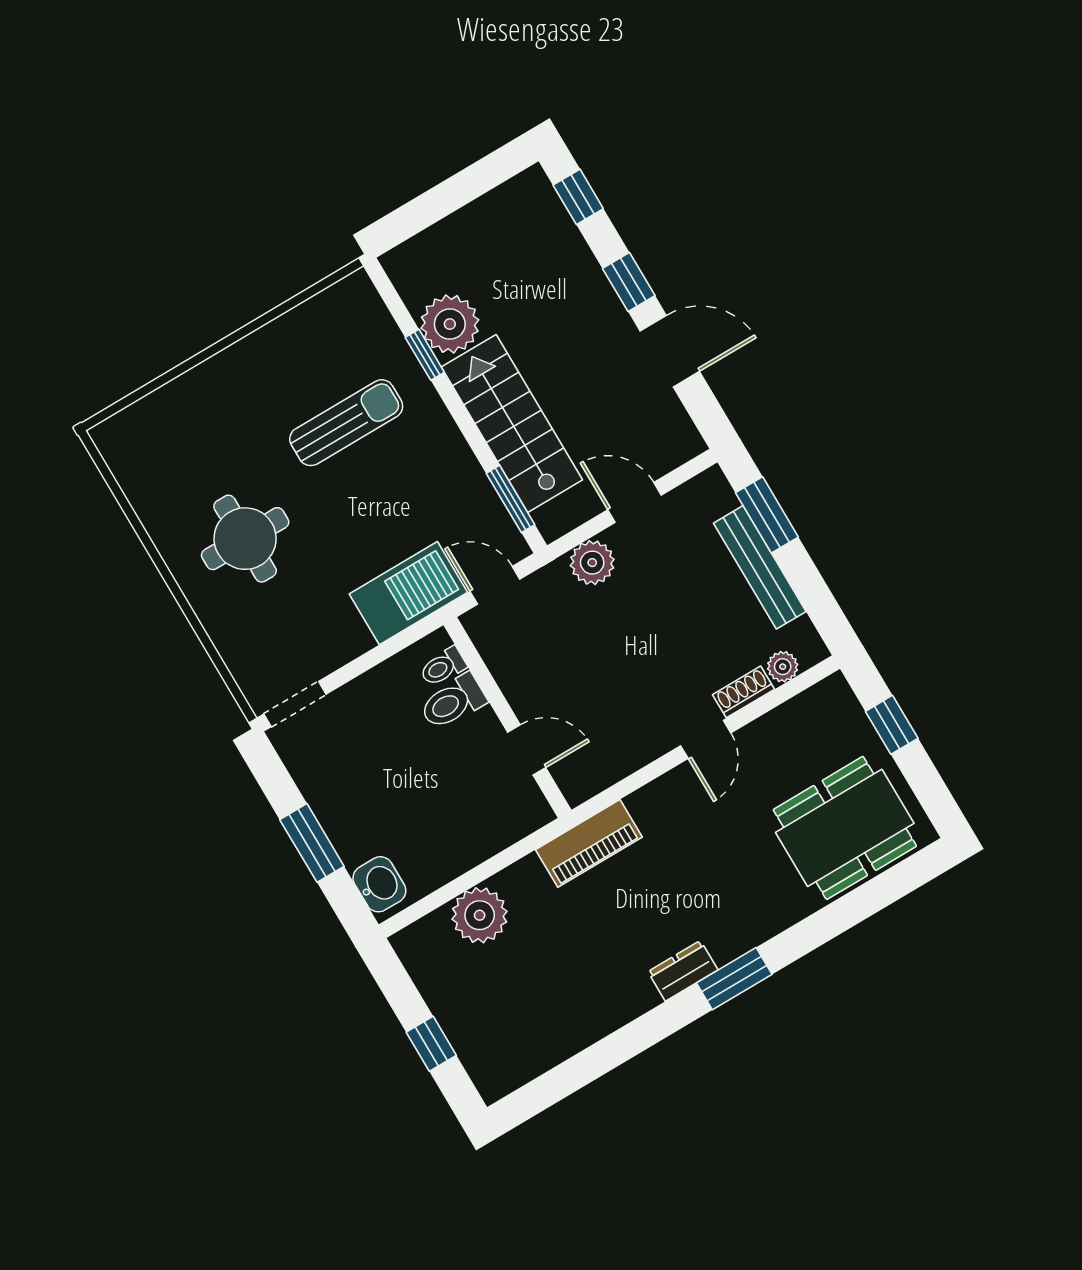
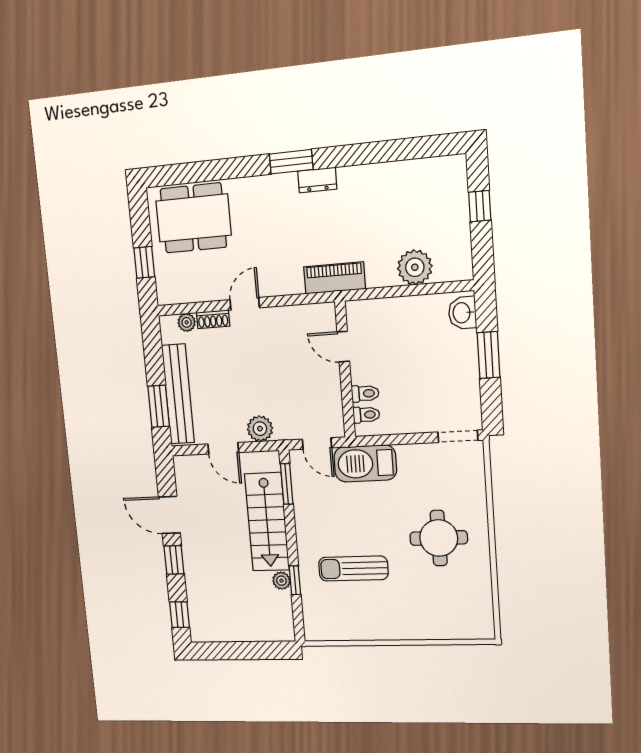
plant: (450, 324) -> (281, 581), width x0.53, depth x0.53
bench: (760, 567) -> (178, 394), width x1.37, depth x1.21
toilet: (453, 702) -> (365, 393), width x0.73, depth x0.72

